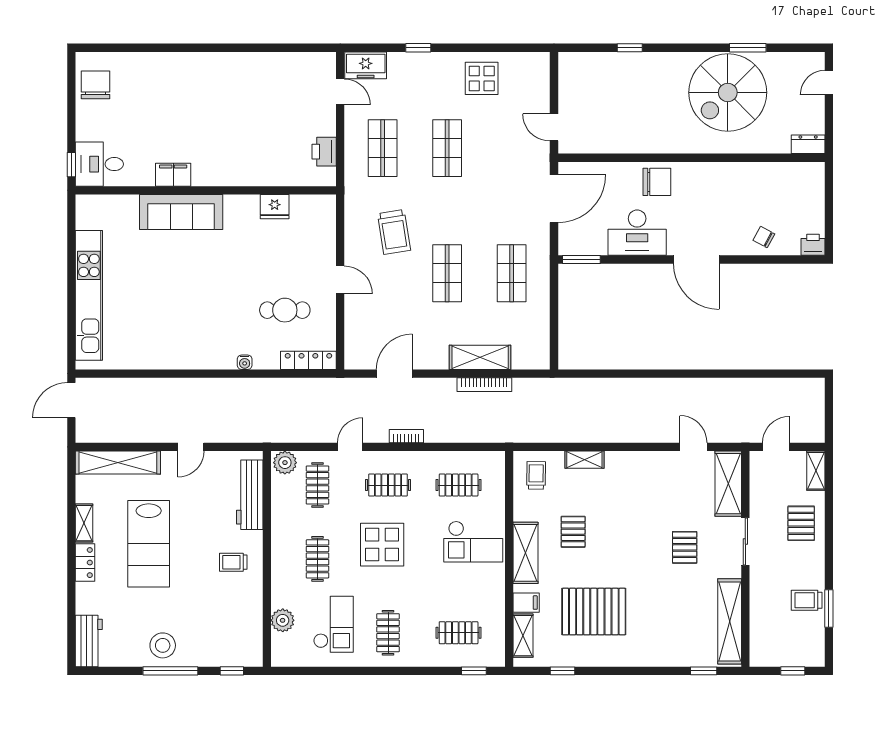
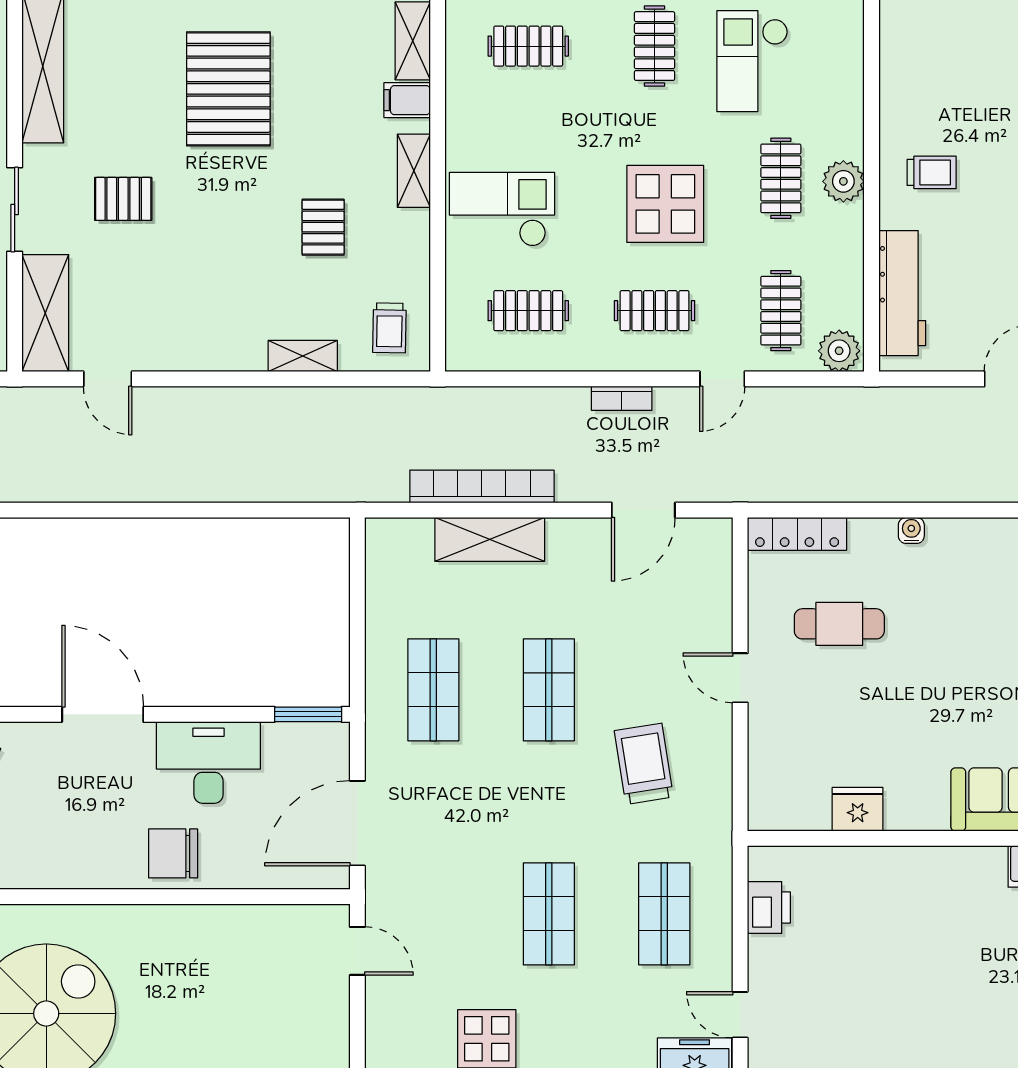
bookcase: (484, 385) -> (482, 486), width x1.48, depth x1.31
pallet: (685, 547) -> (123, 199), turned 90
shelving: (526, 553) -> (414, 171), width x0.67, depth x0.75
pallet: (594, 612) -> (228, 89), moved, turned 90
plant: (283, 620) -> (843, 181), moved

